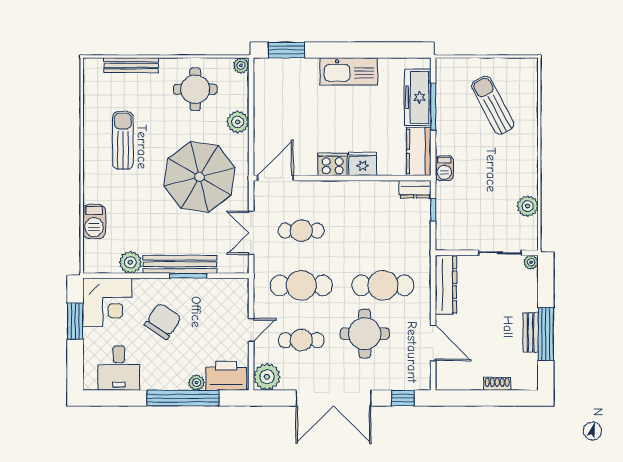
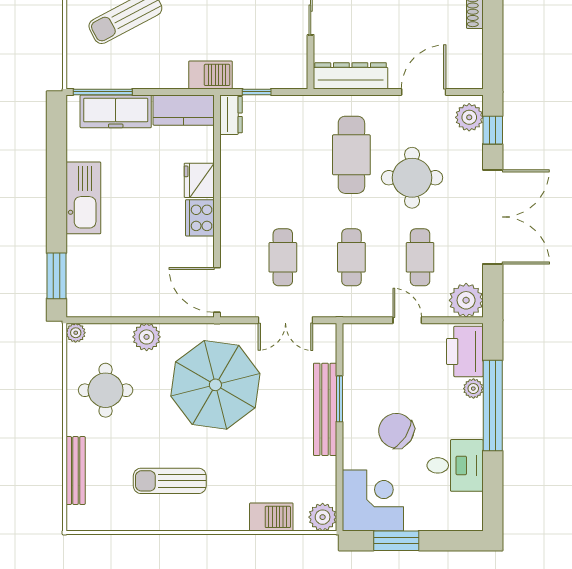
window: (433, 106) -> (103, 92), moved
barbecue: (444, 168) -> (211, 75), width x1.38, depth x1.27
plant: (130, 262) -> (323, 517), moved
cafe table: (301, 285) -> (351, 257), width x0.73, depth x0.74
desk: (119, 368) -> (455, 465), moved
plant: (413, 379) -> (469, 117), added

